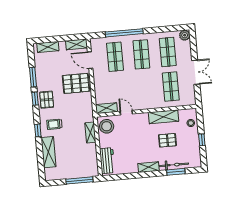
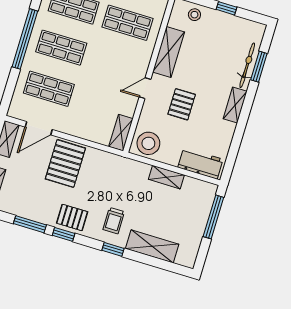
window: (124, 33) -> (25, 39), moved
door: (126, 113) -> (145, 88), moved
shelving: (90, 133) -> (166, 177), moved
pallet: (167, 140) -> (182, 104), moved

